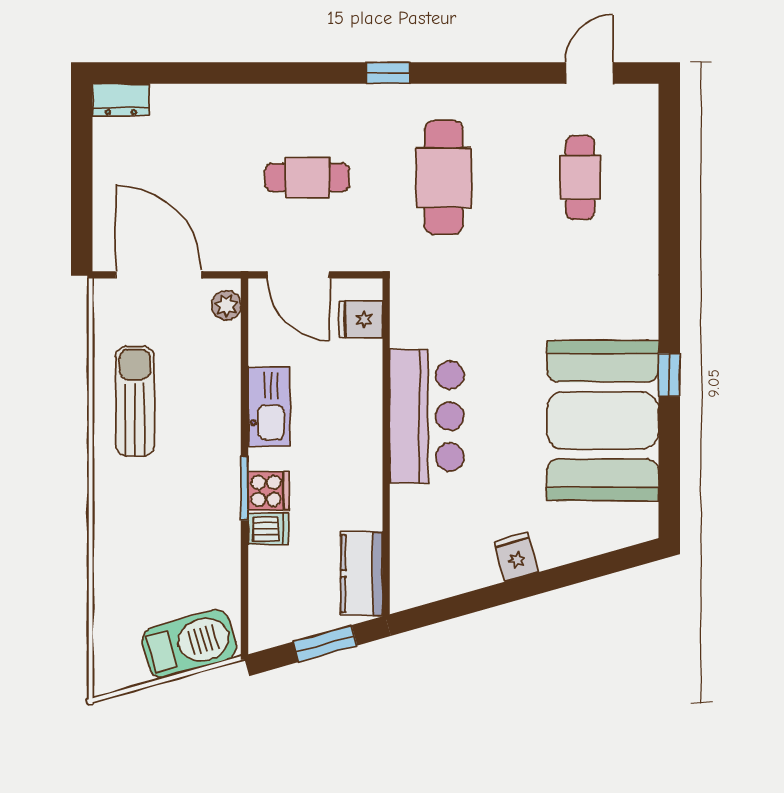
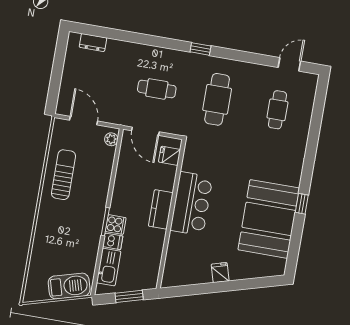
dresser: (121, 100) -> (93, 42), moved
door: (158, 275) -> (84, 121), width x0.73
kitchen sink: (269, 407) -> (109, 267), moved
kitchen counter: (362, 574) -> (161, 209), moved

